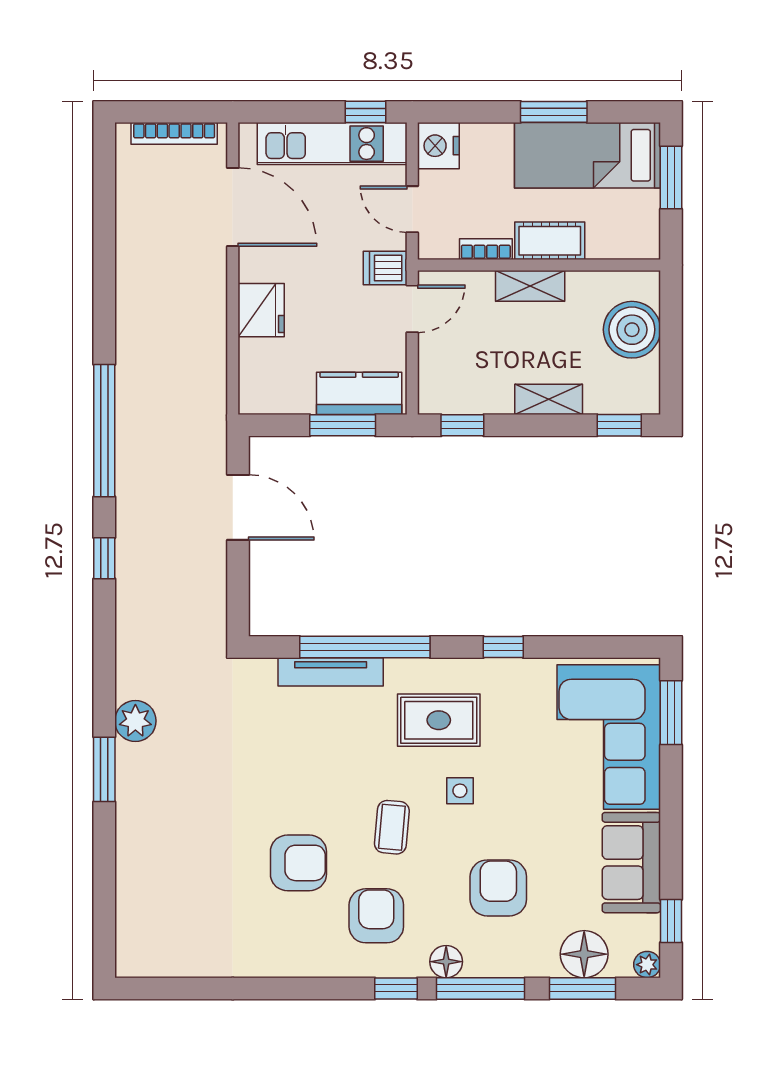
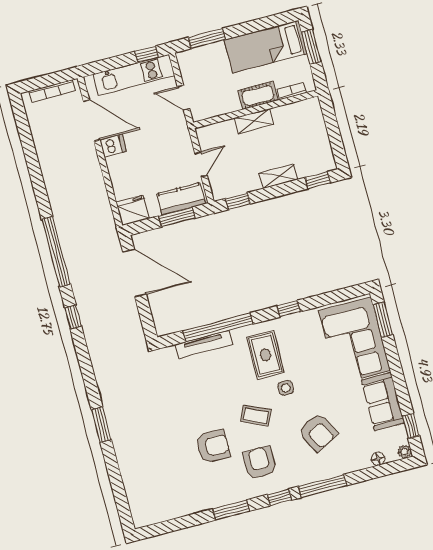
window: (554, 112) -> (207, 39), moved
nightstand: (438, 146) -> (188, 62), removed
bookcase: (486, 249) -> (292, 91), moved
dishwasher: (385, 268) -> (113, 146), moved, turned 180
door: (412, 309) -> (201, 165), moved
fridge: (261, 310) -> (133, 210), moved, turned -90
boiler: (632, 330) -> (312, 130), removed
door: (238, 507) -> (135, 273), width x1.36
rug: (439, 720) -> (265, 355), turned 90
plant: (135, 721) -> (111, 396), removed
coffee table: (392, 827) -> (256, 416), turned -71
armchair: (498, 888) -> (318, 432), turned 152
floor lamp: (584, 954) -> (378, 459), width x0.53, depth x0.53
floor lamp: (446, 962) -> (301, 477), removed
window: (582, 988) -> (231, 510), moved

